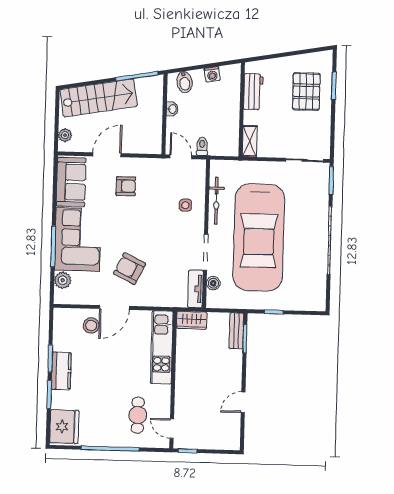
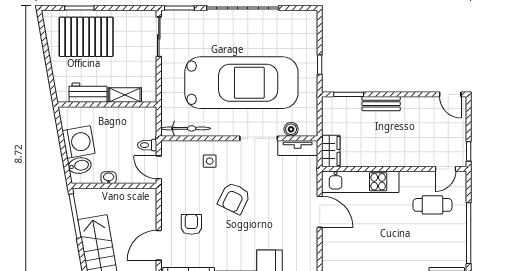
washing machine: (212, 74) -> (79, 142), width x1.89, depth x1.89
pallet: (306, 91) -> (86, 37), width x1.37, depth x1.41
shelving: (250, 141) -> (125, 95), moved
door: (107, 155) -> (159, 245), hinge flipped
door: (181, 157) -> (159, 167), hinge flipped
bicycle: (216, 201) -> (186, 128), moved
armchair: (130, 269) -> (234, 198), moved
door: (114, 307) -> (320, 212), moved
stool: (91, 325) -> (339, 257), removed
bench: (236, 331) -> (381, 104), moved
door: (243, 402) -> (450, 94), moved

